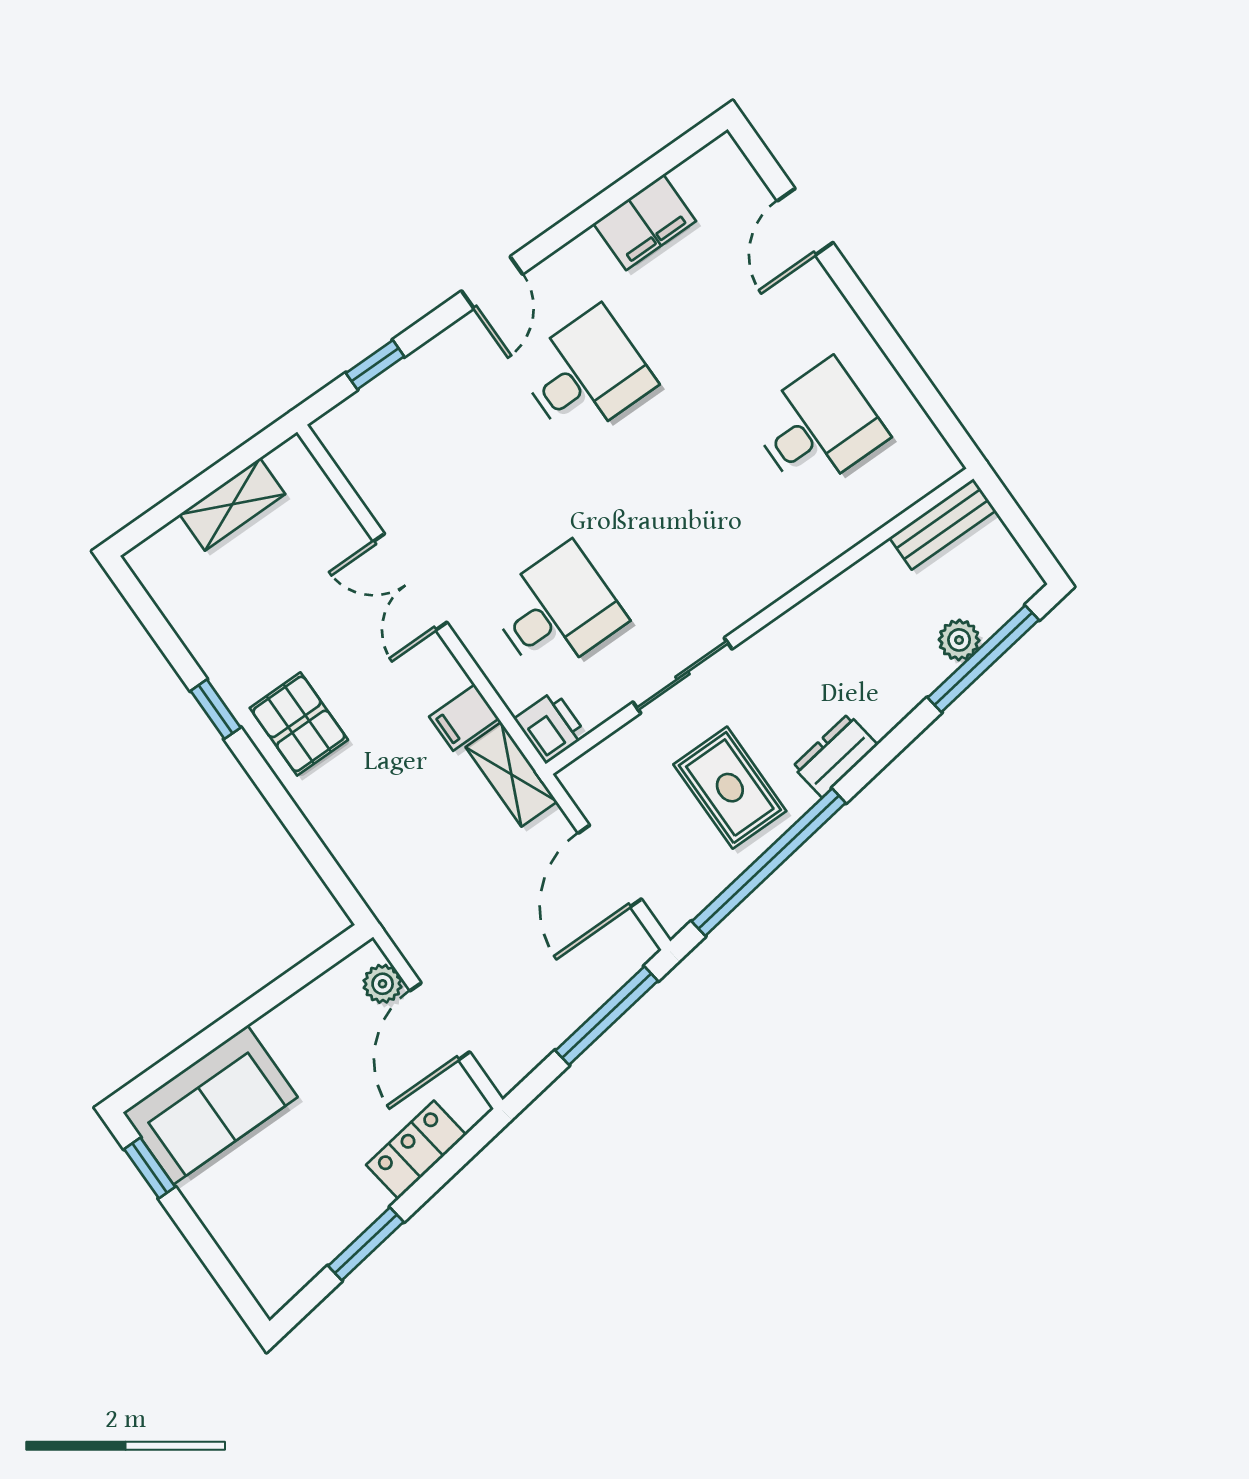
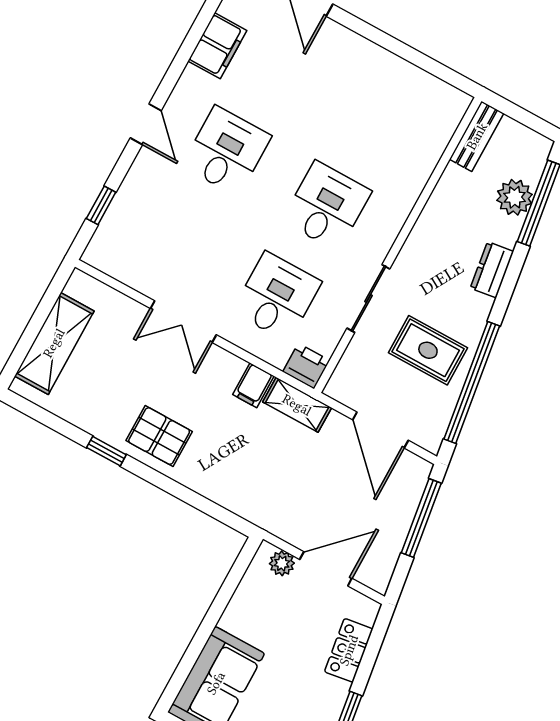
desk: (818, 427) -> (327, 206), moved
shelving: (232, 504) -> (54, 343), width x1.50, depth x1.33
plant: (959, 640) -> (515, 197), width x1.38, depth x1.38
dresser: (835, 756) -> (492, 270), moved
door: (440, 1021) -> (326, 569), swing flipped

